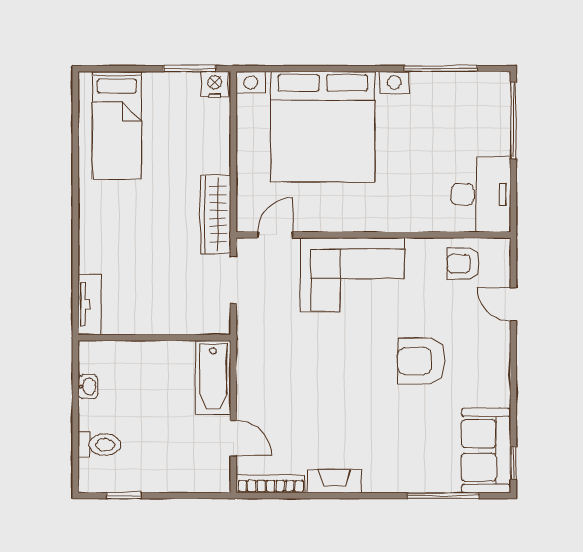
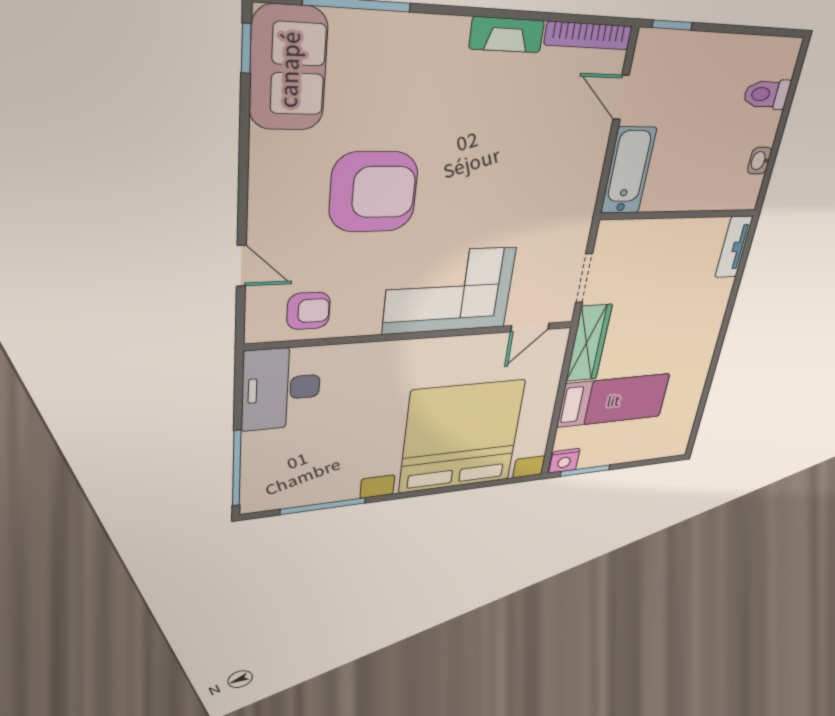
bed: (117, 126) -> (614, 400), moved, turned 90
armchair: (421, 361) -> (374, 192), width x1.36, depth x1.36
window: (124, 496) -> (672, 25), moved

